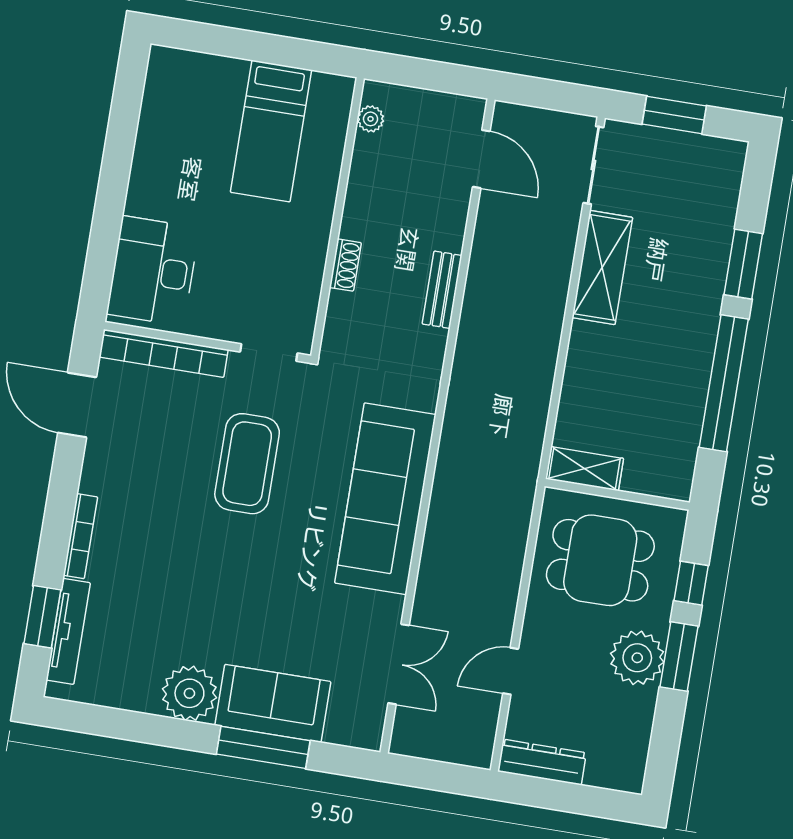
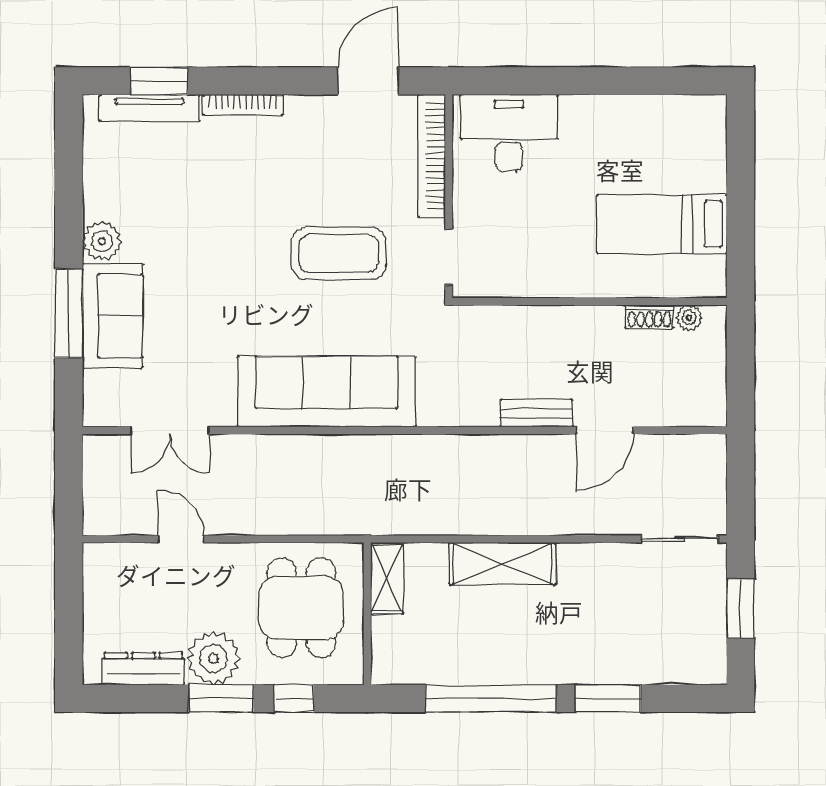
door: (481, 159) -> (605, 430), moved
shoe rack: (345, 265) -> (649, 317), moved
shelving: (602, 267) -> (502, 564), moved
plant: (189, 693) -> (102, 241), width x0.73, depth x0.73
dresser: (542, 762) -> (143, 669), moved, turned -90

